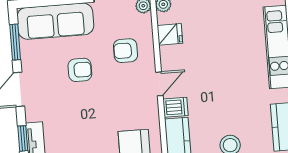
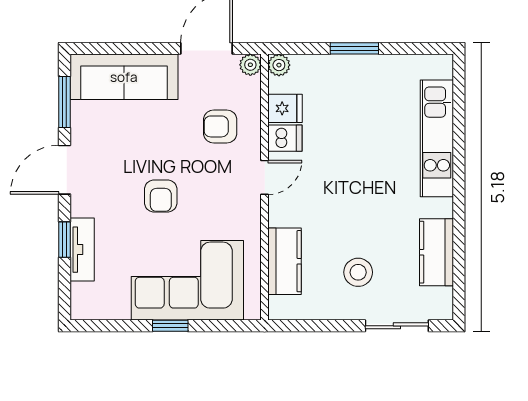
armchair: (80, 70) -> (161, 196), moved, turned 90
dishwasher: (176, 107) -> (285, 138), moved

